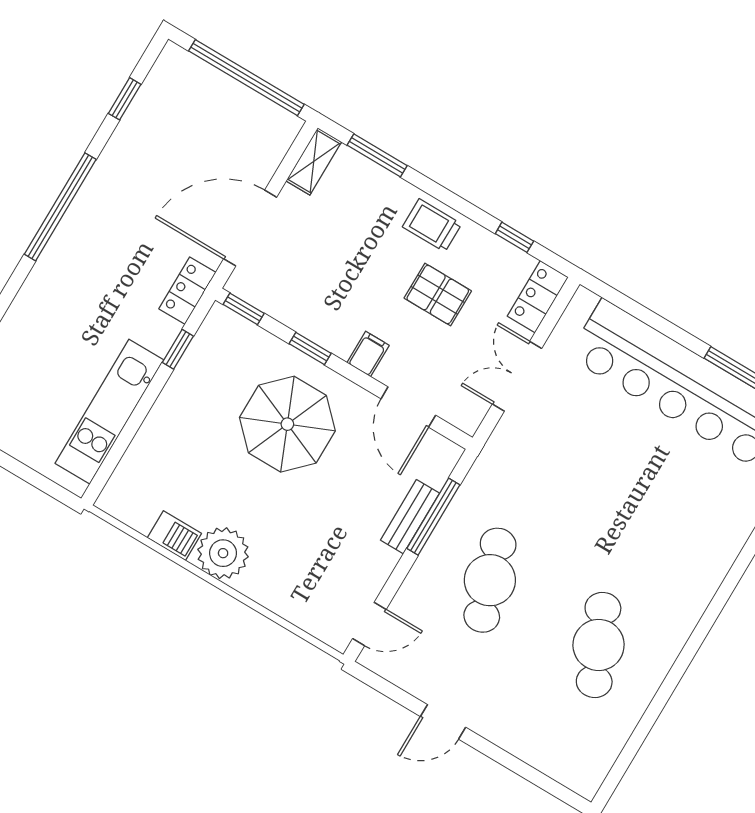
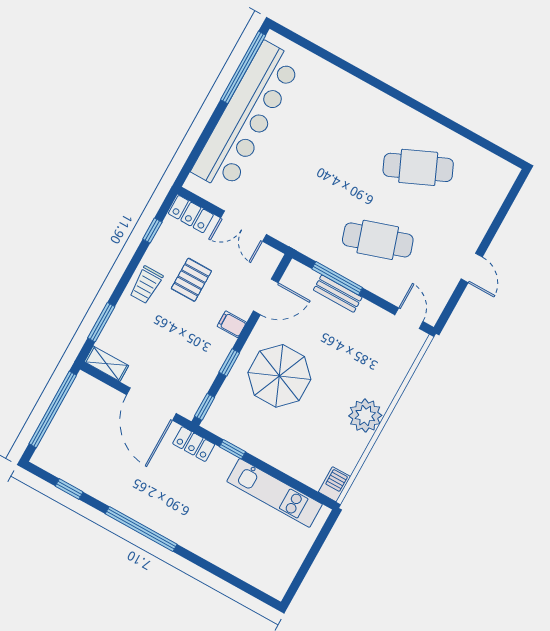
barbecue: (174, 536) -> (334, 484), moved

